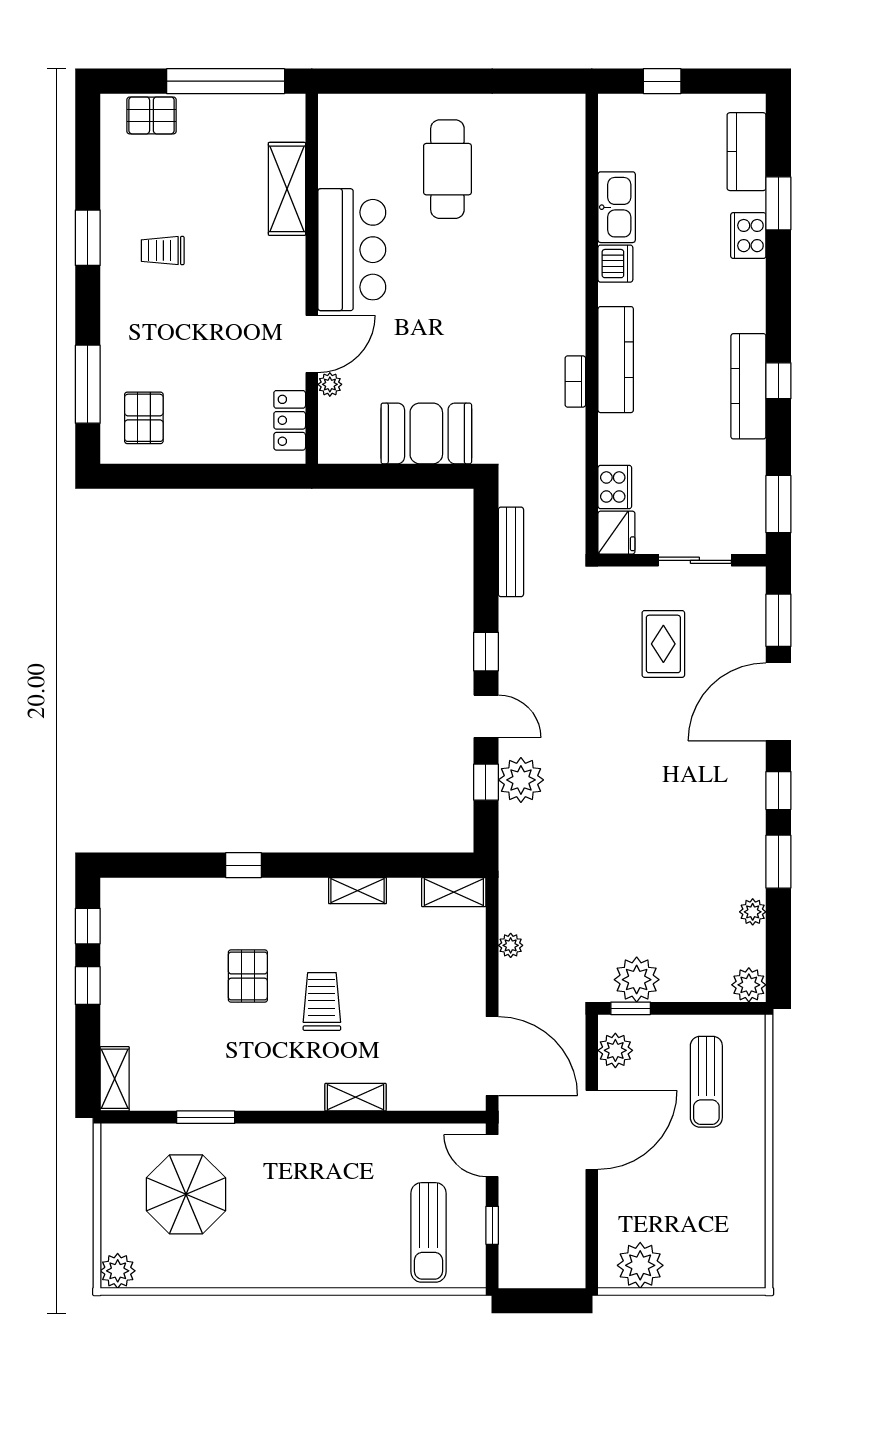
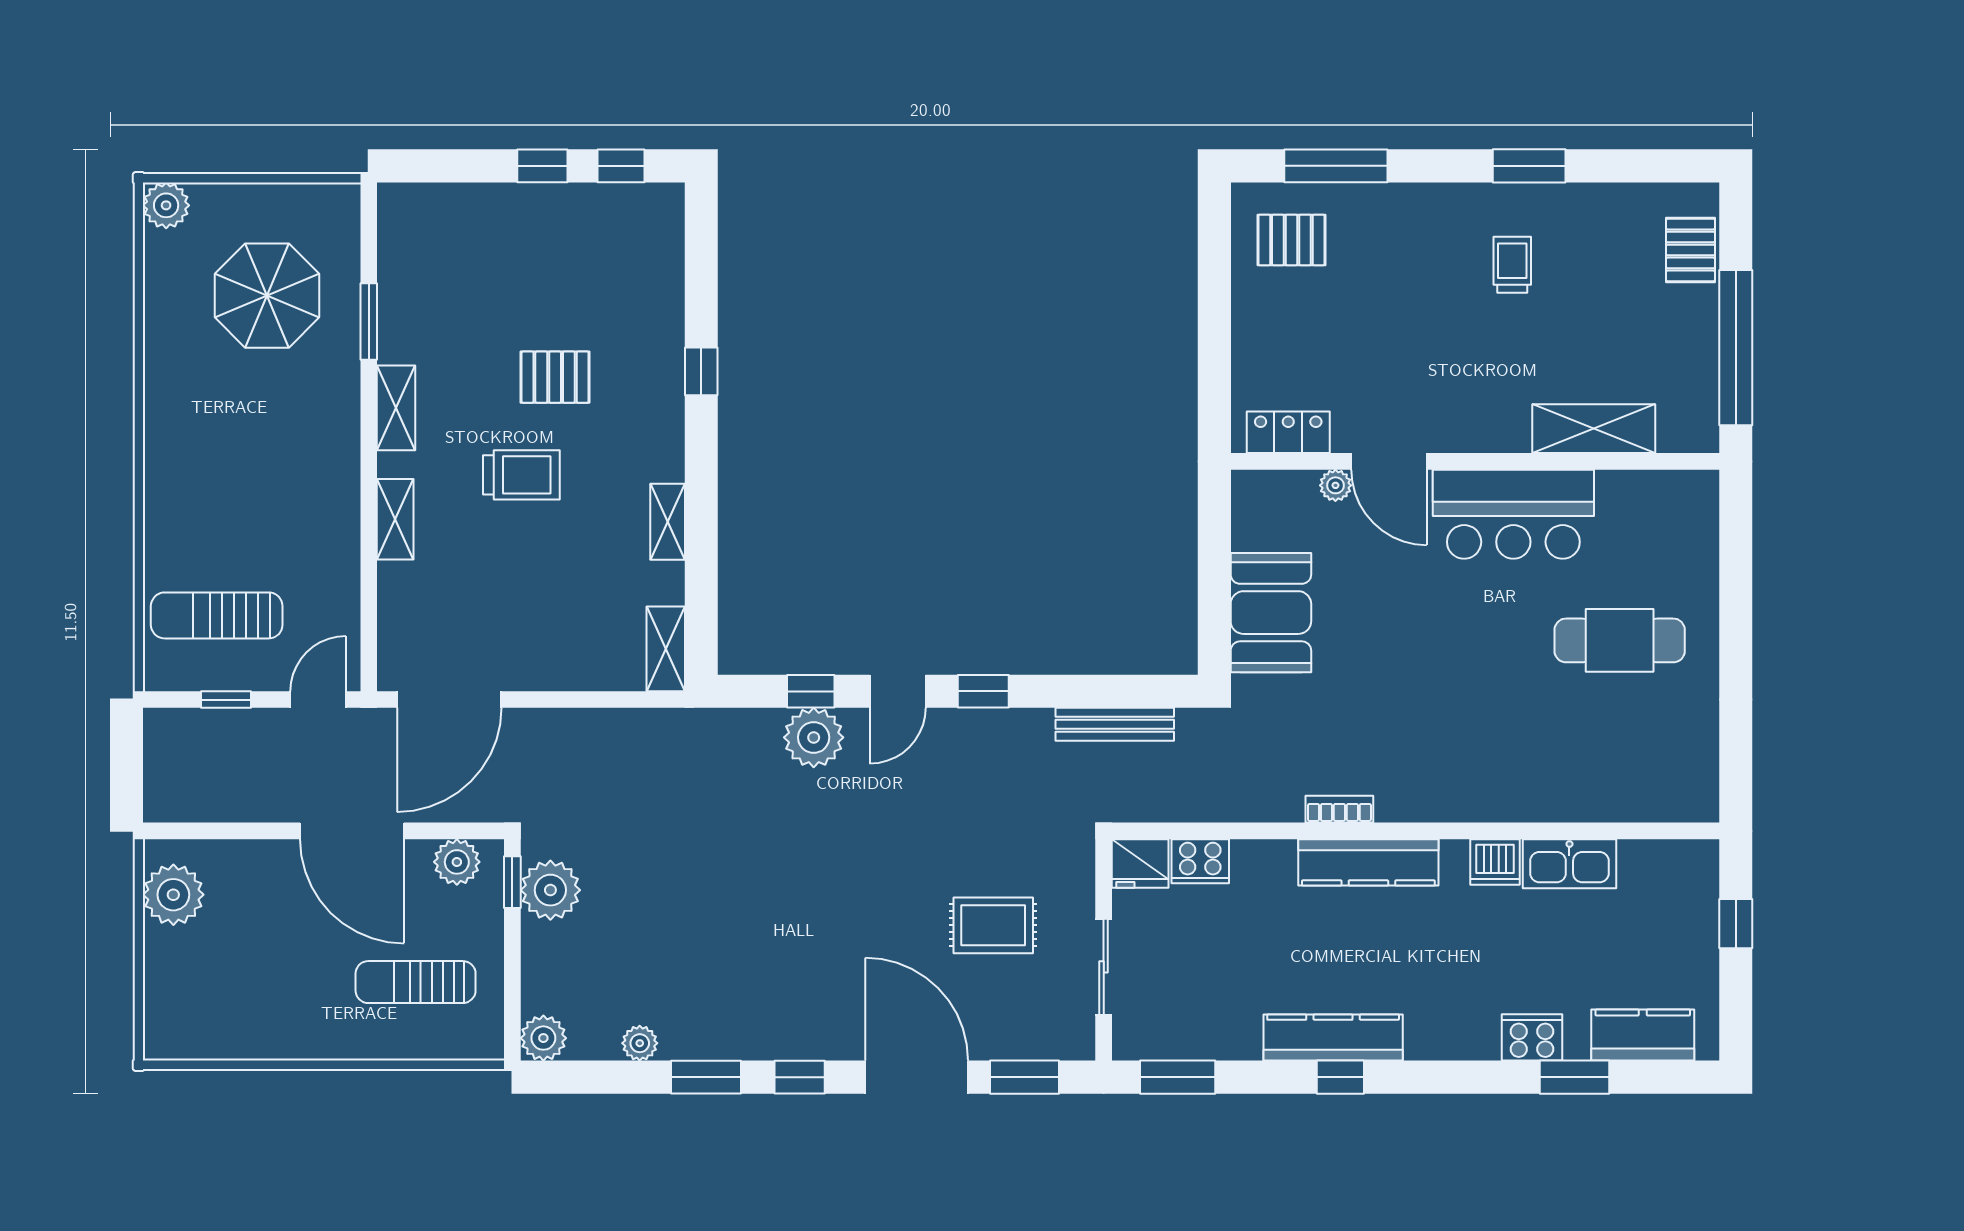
plant: (511, 945) -> (595, 724), removed
shelving: (115, 1079) -> (396, 408), moved, turned 90

